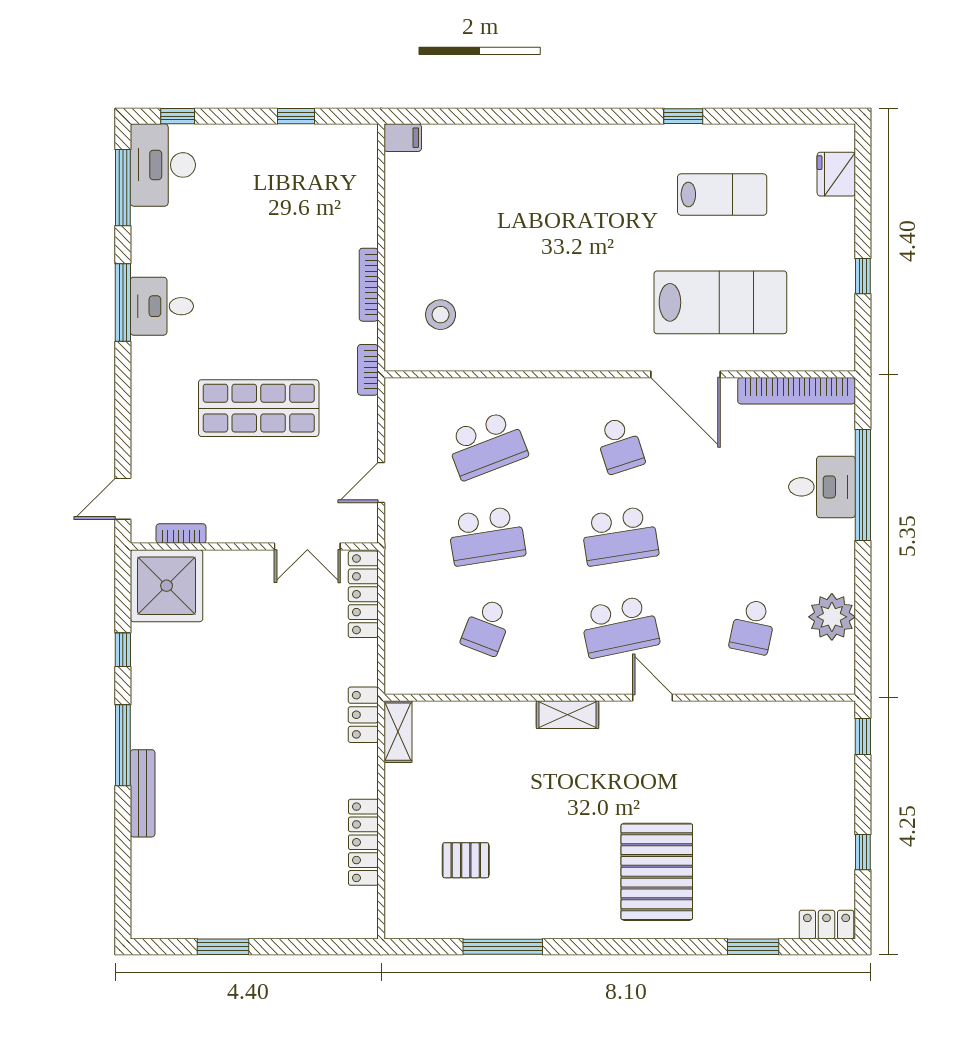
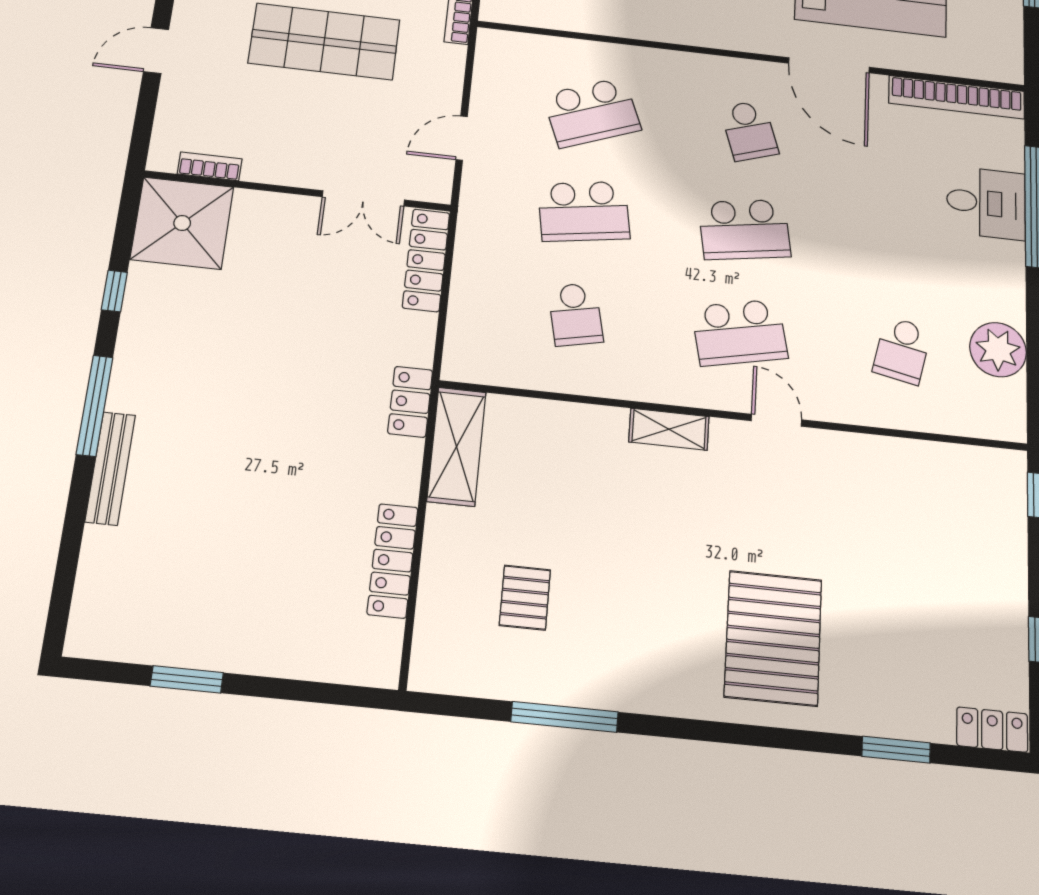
door: (123, 499) -> (156, 51), moved
school desk: (487, 627) -> (575, 314), turned -33
shelving: (398, 732) -> (456, 446), width x1.50, depth x1.33
pallet: (466, 860) -> (525, 598), turned 90

